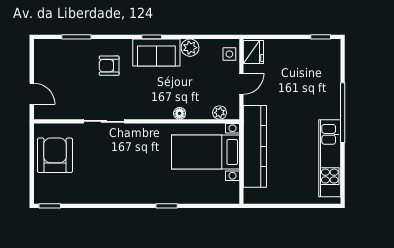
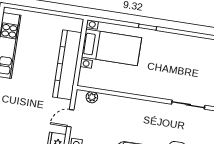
floor lamp: (180, 113) -> (125, 102), removed
bed with nightstands: (205, 152) -> (111, 47), moved

